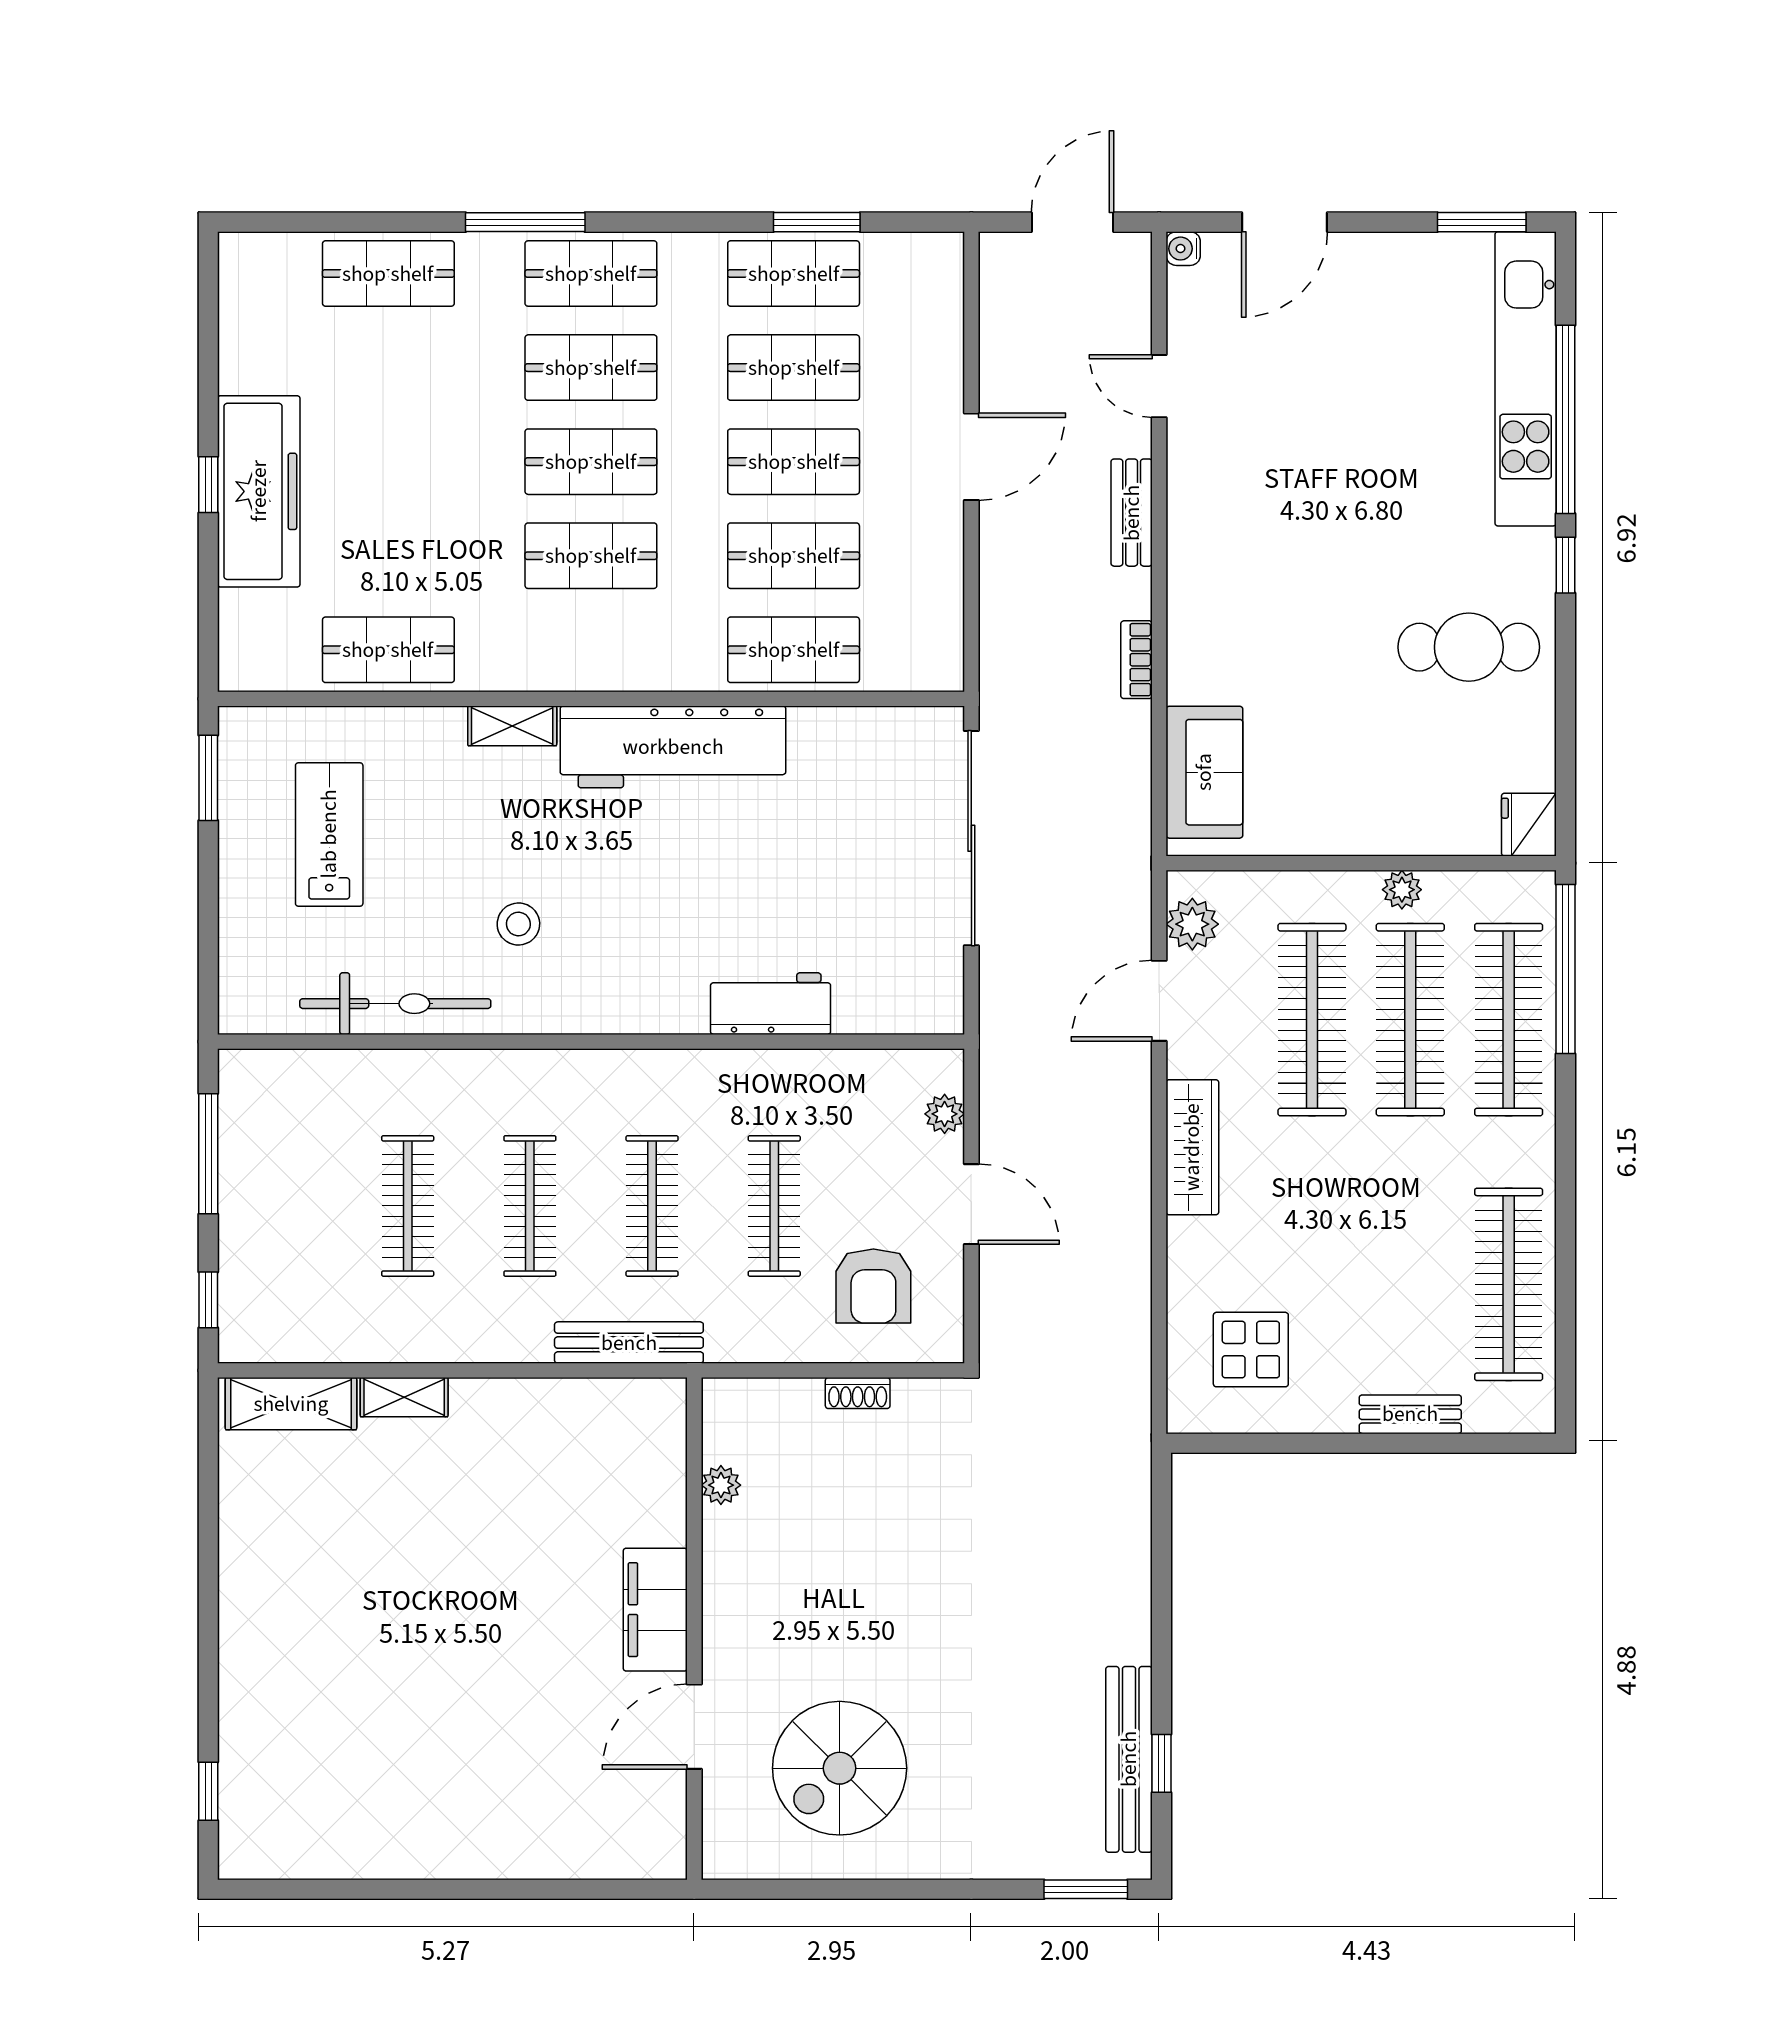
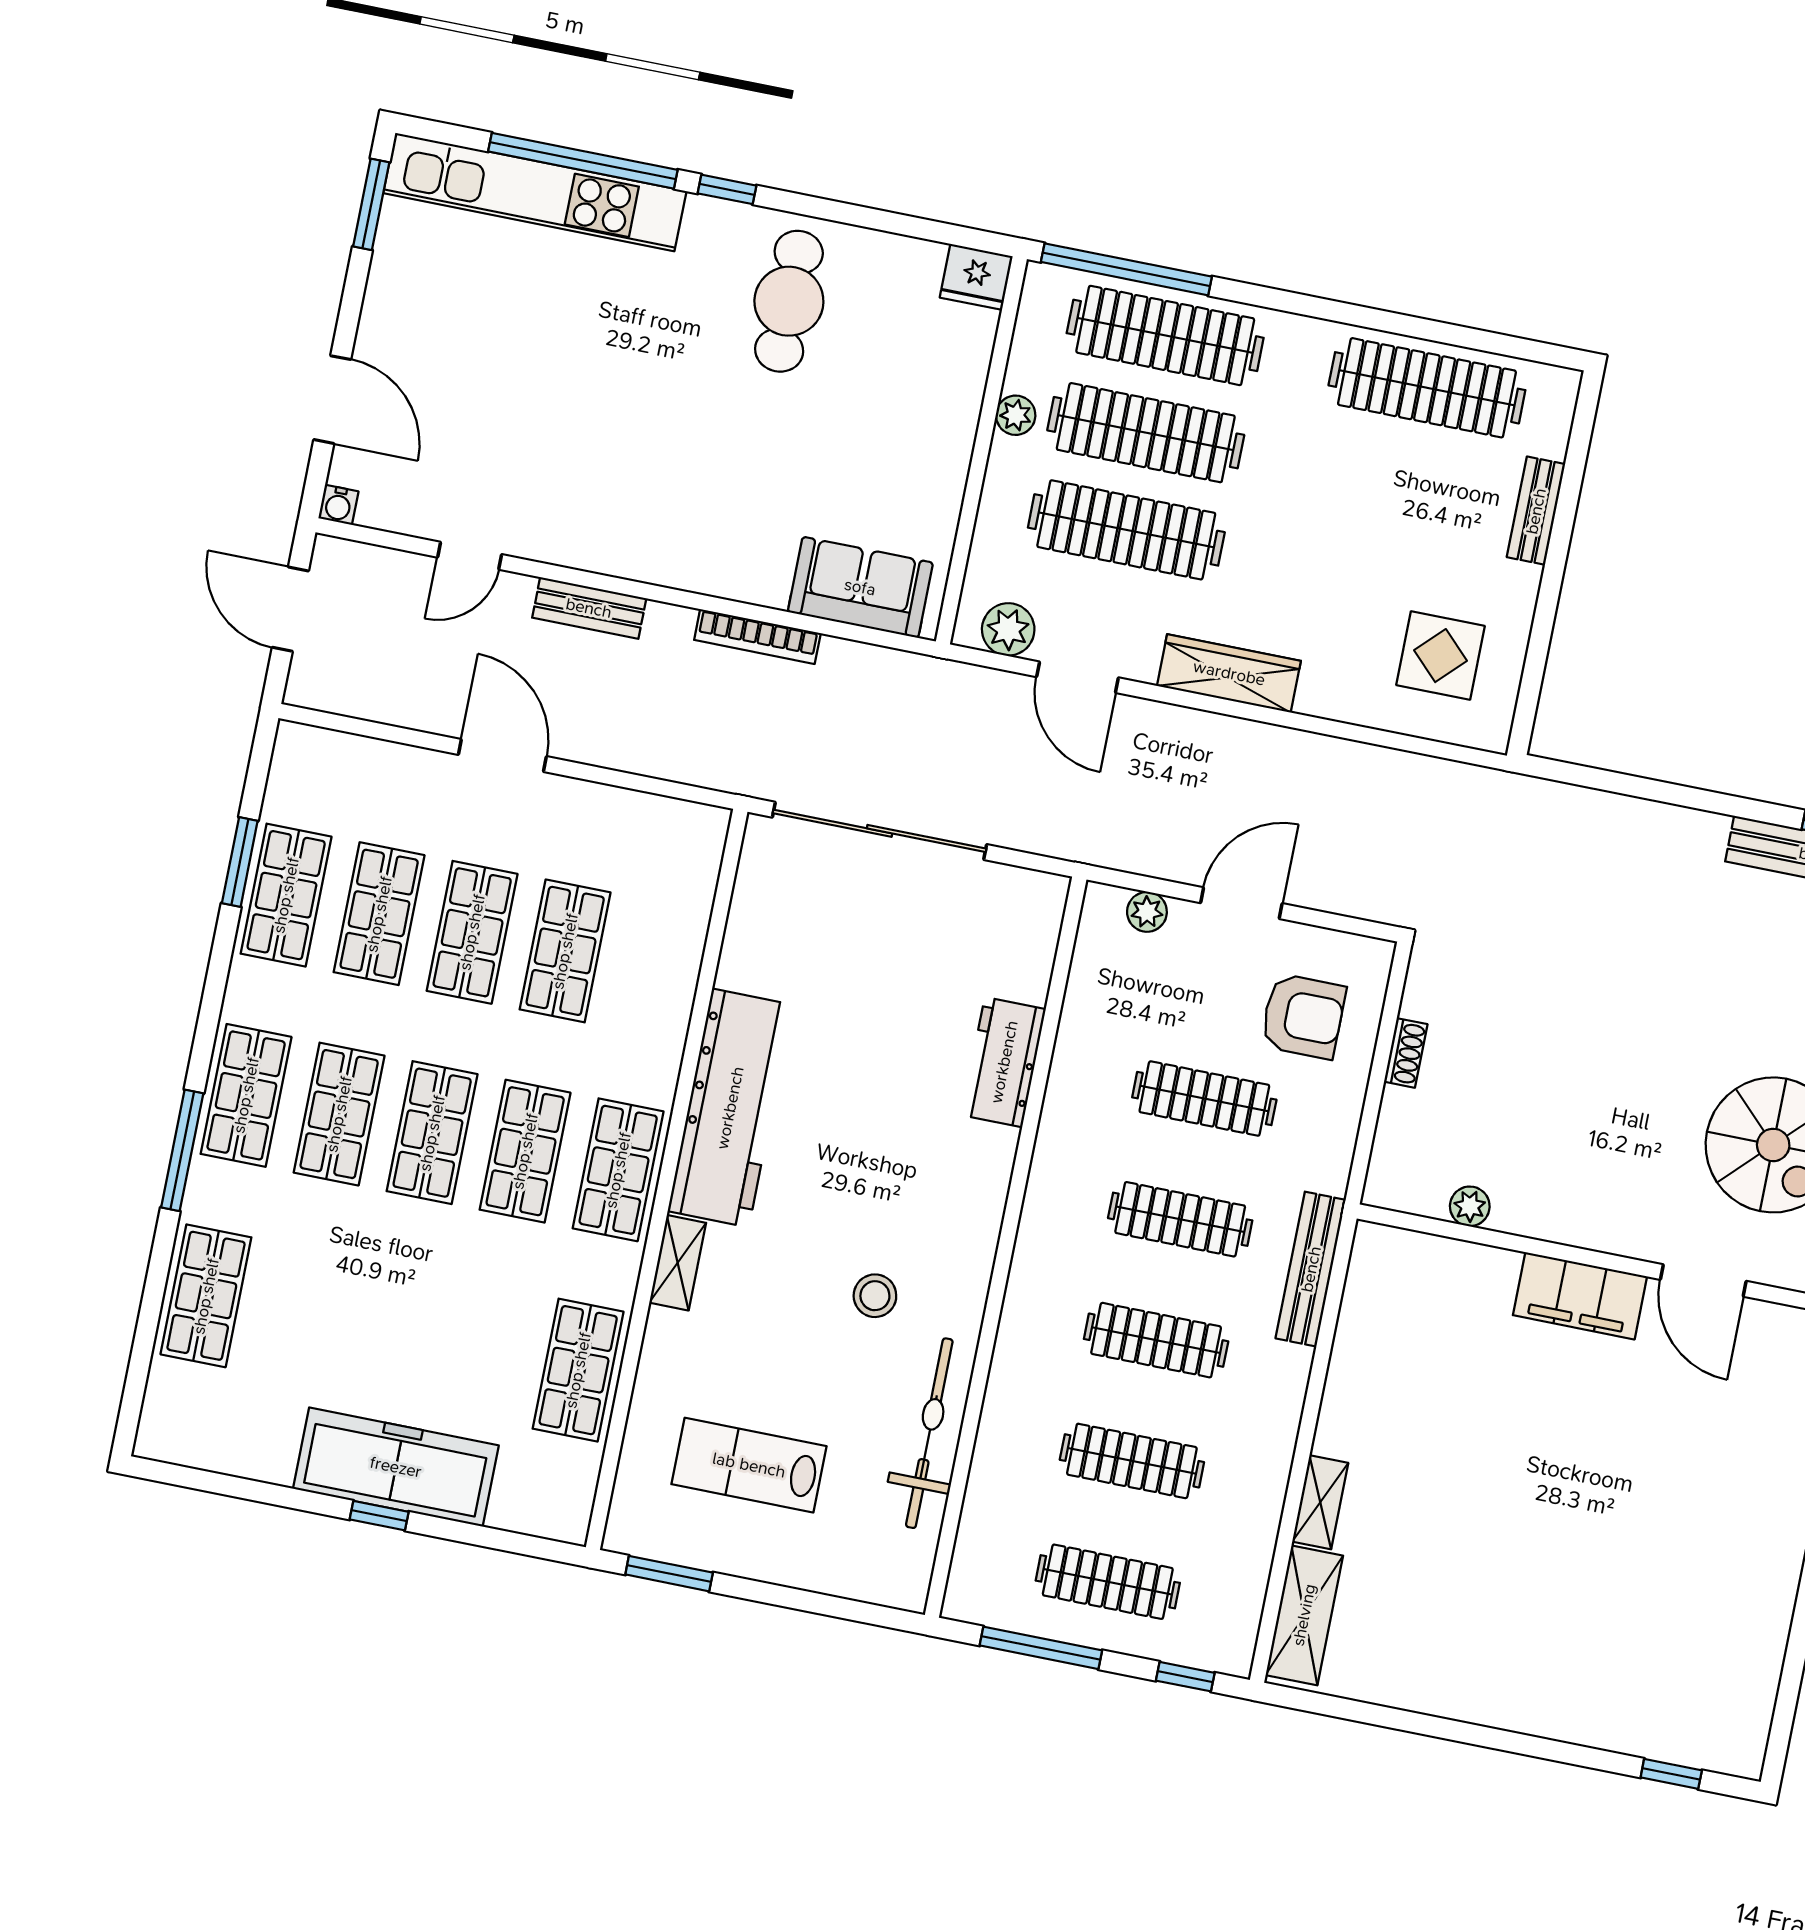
shop shelf: (794, 650) -> (618, 1170), moved
bookcase: (1137, 660) -> (757, 637), width x1.56
clothes rail: (286, 1206) -> (1108, 1582), added

